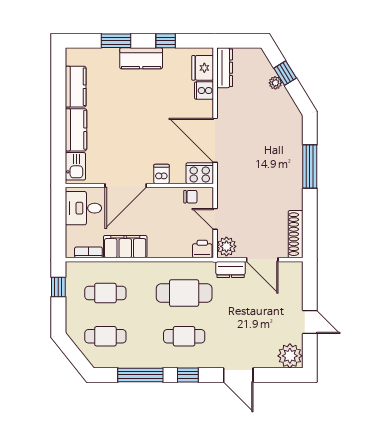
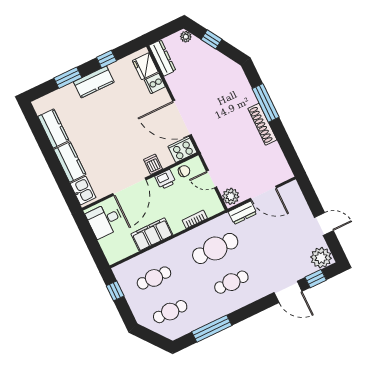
plant: (275, 83) -> (186, 37), moved
shoe rack: (296, 234) -> (262, 124), moved
printer: (202, 249) -> (165, 179), moved, turned 180
bookcase: (88, 252) -> (195, 219), moved
window: (188, 375) -> (316, 279), moved

